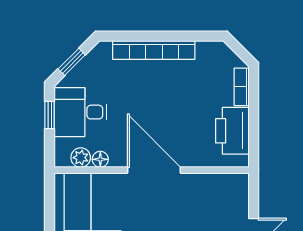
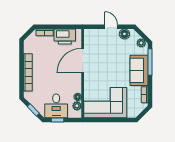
door: (154, 170) -> (83, 61), moved

